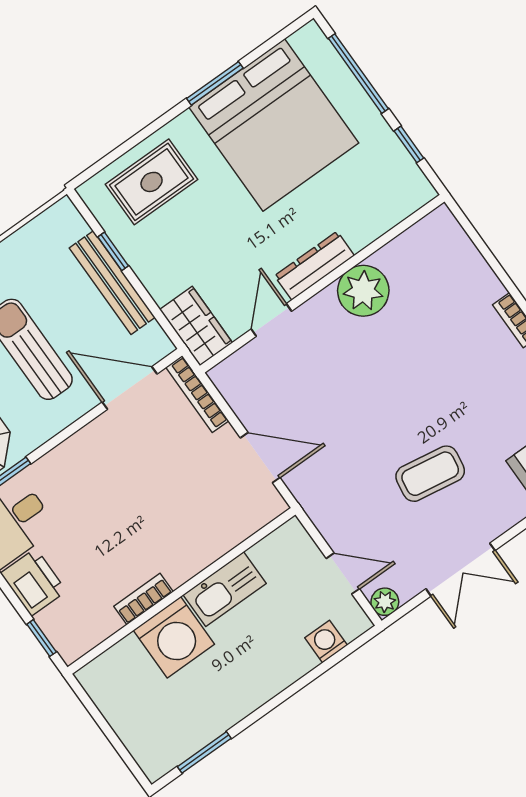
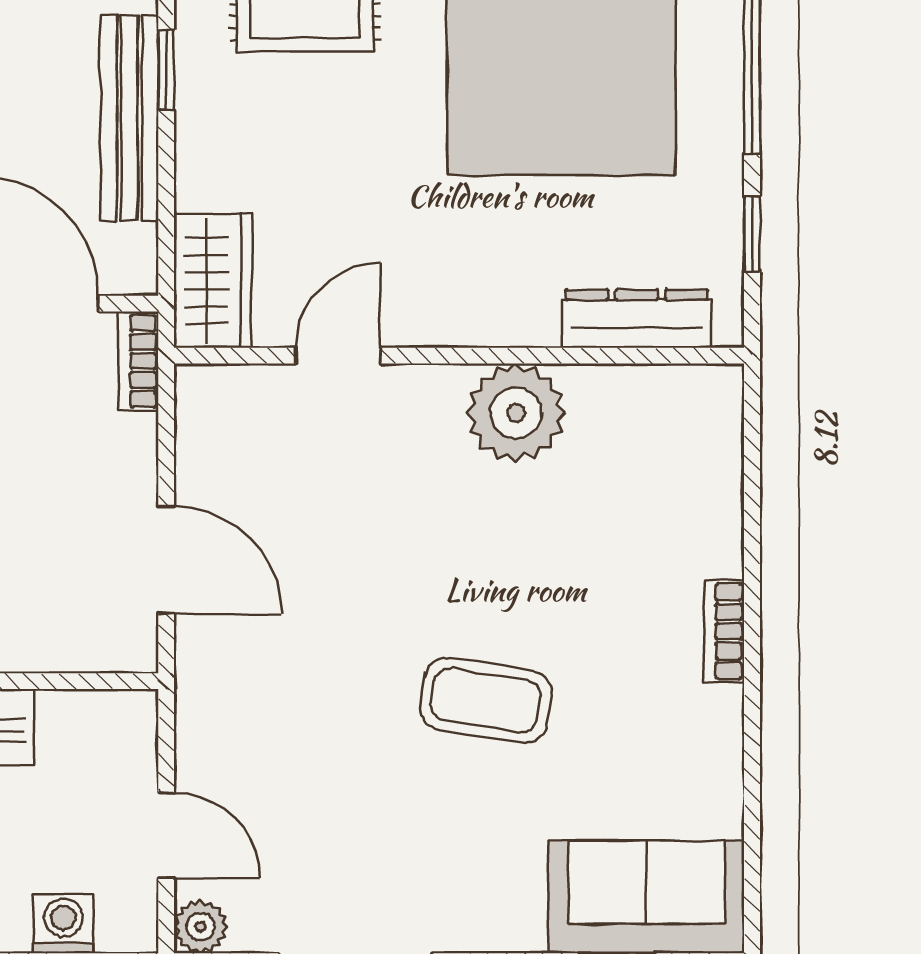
dresser: (314, 266) -> (637, 319), moved
bookcase: (197, 394) -> (138, 361), width x0.64
coffee table: (430, 474) -> (486, 700), moved

